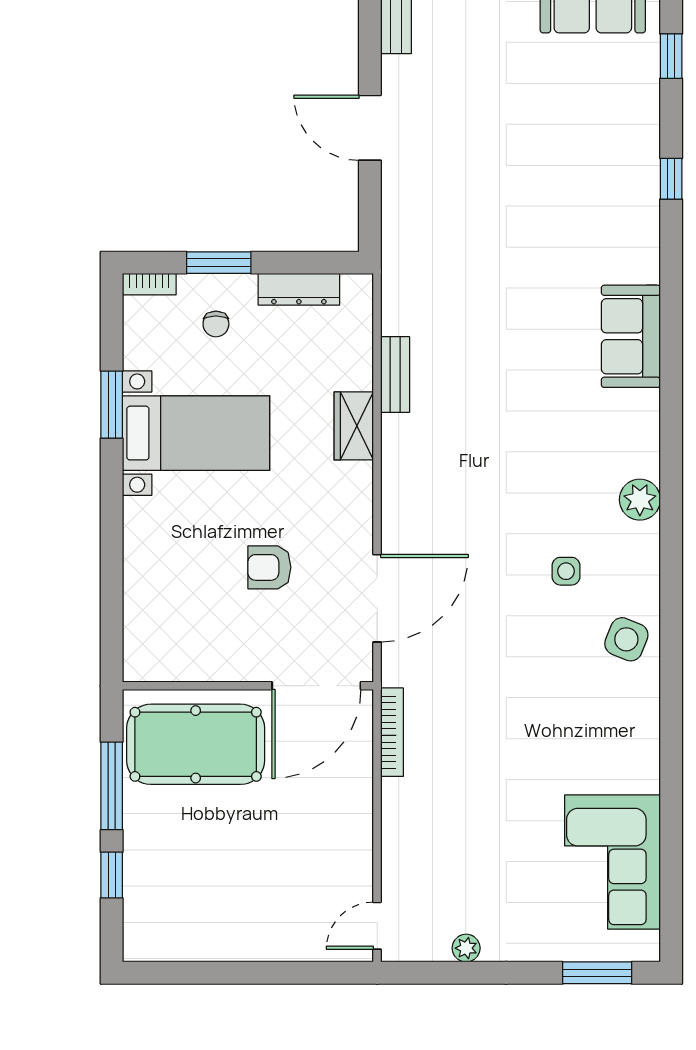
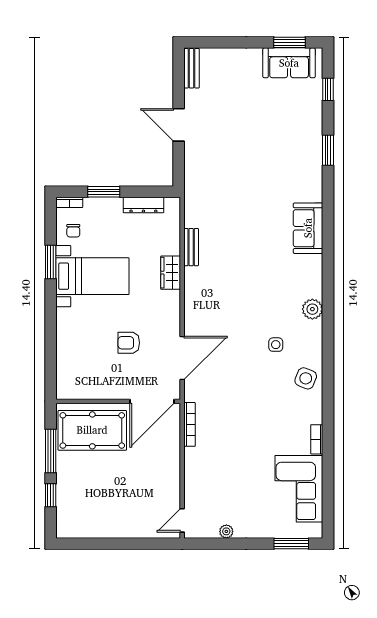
window: (671, 179) -> (328, 150), width x1.50
chair: (216, 324) -> (73, 231), moved
bookcase: (649, 762) -> (317, 439), added

